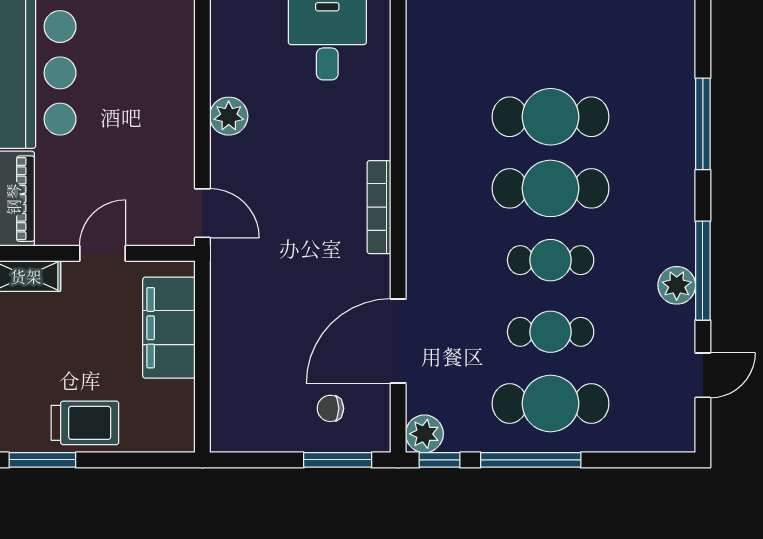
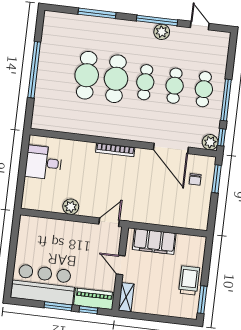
cafe table: (551, 403) -> (204, 89), width x0.73, depth x0.74

